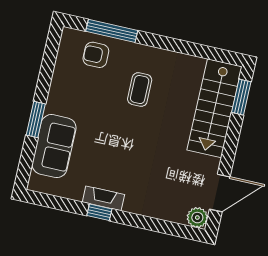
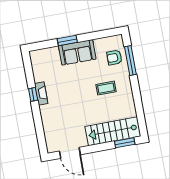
armchair: (96, 55) -> (114, 58), turned -90
sofa: (54, 146) -> (77, 52), moved
plant: (197, 218) -> (52, 147), removed

